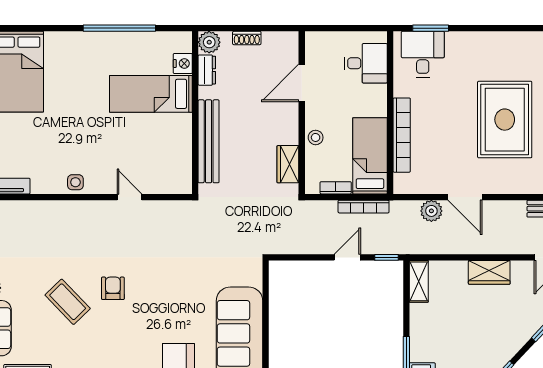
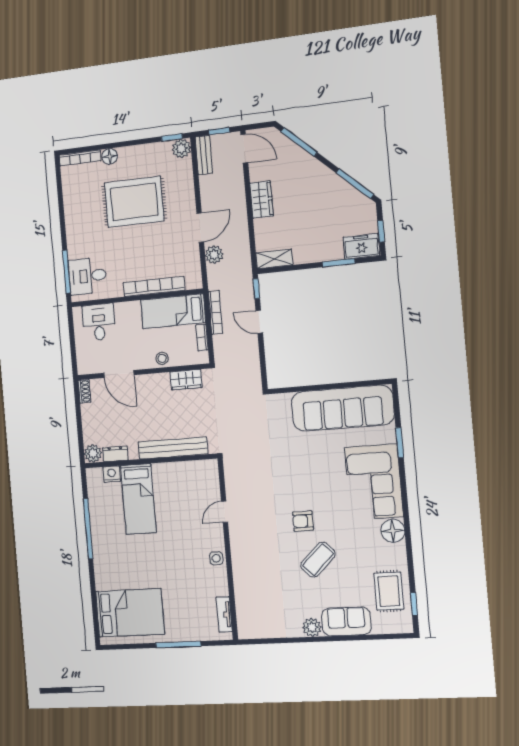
window: (431, 28) -> (67, 272), width x1.44
shoe rack: (247, 38) -> (84, 391), moved

